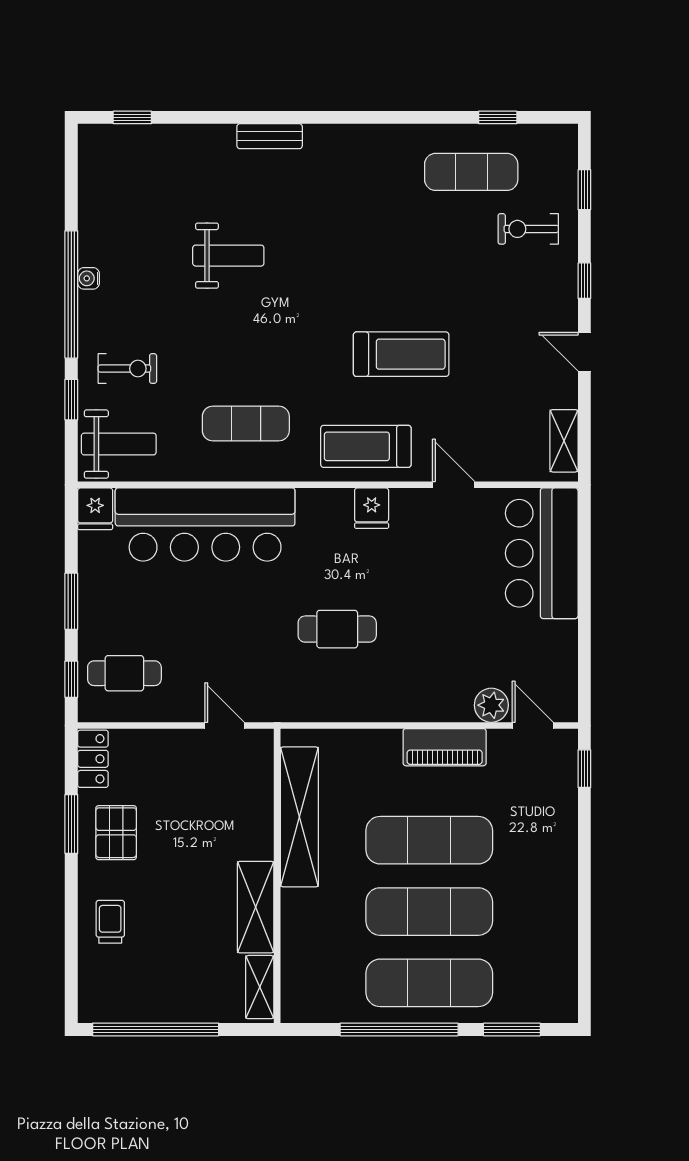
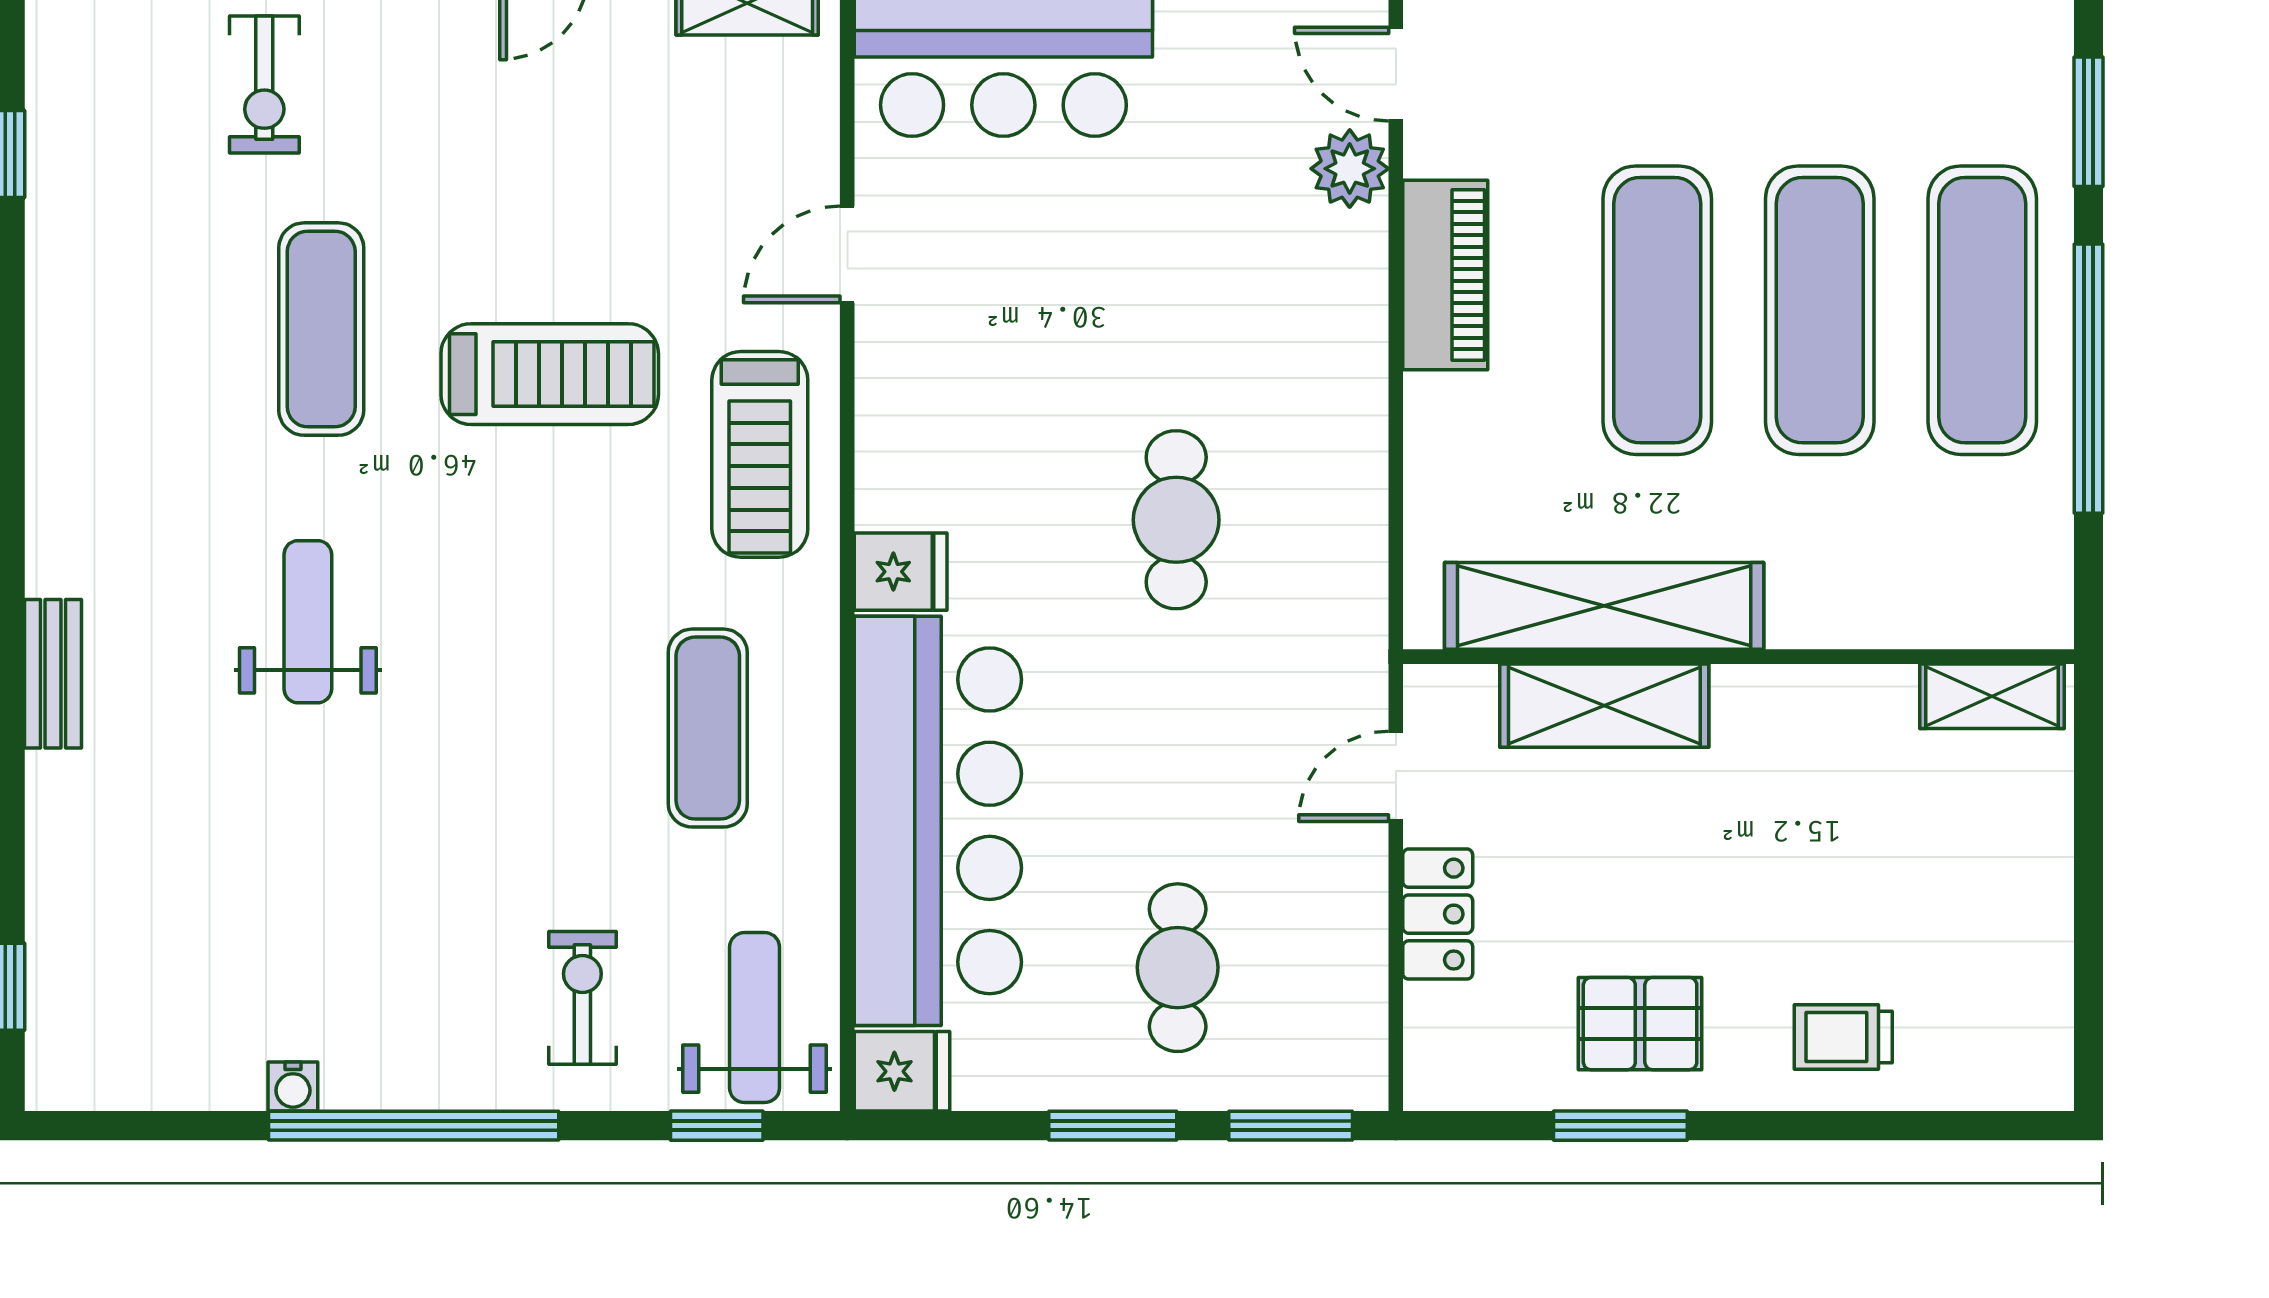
exercise mat: (471, 172) -> (321, 329), moved
weight bench: (228, 256) -> (308, 622), moved
water cooler: (88, 278) -> (293, 1087), moved
treadmill: (401, 354) -> (550, 374), turned 90
window: (71, 400) -> (717, 1126), moved
fridge: (372, 508) -> (901, 572), moved
cafe table: (124, 673) -> (1178, 968), moved
window: (71, 679) -> (1291, 1126), width x1.50
door: (533, 725) -> (1396, 74), hinge flipped
locker: (93, 759) -> (1438, 914), moved, turned 90
shelving: (256, 907) -> (1604, 706), moved
window: (156, 1029) -> (2089, 933), removed

